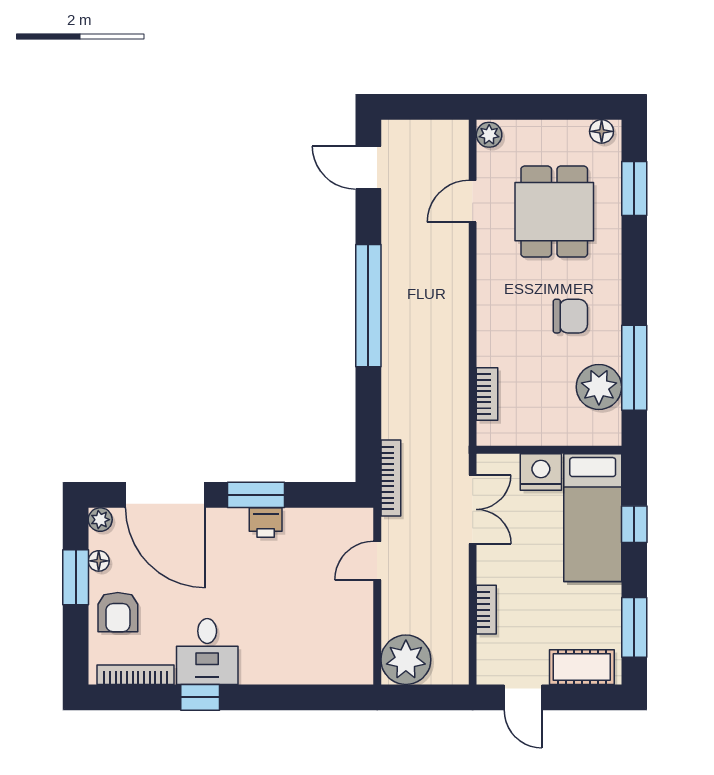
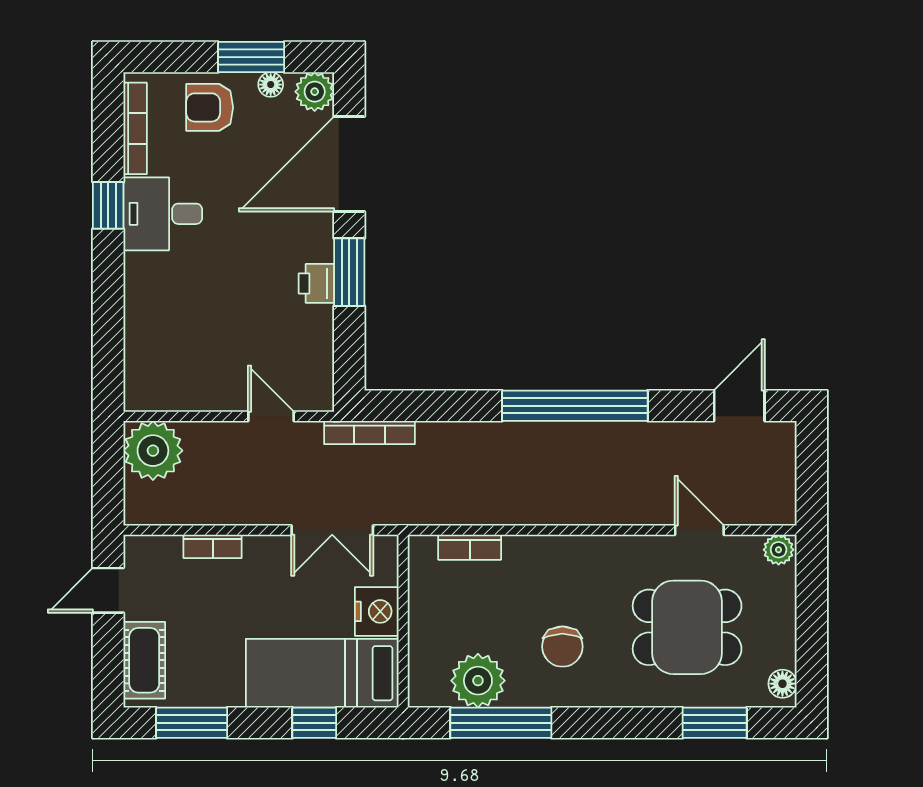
plant: (100, 520) -> (315, 92), width x1.38, depth x1.38

